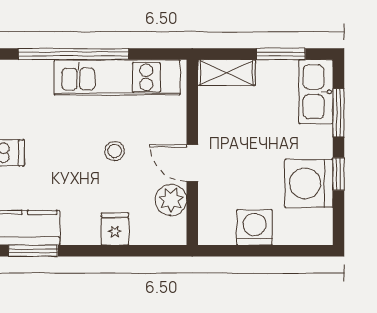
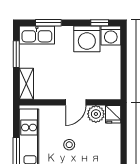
window: (338, 174) -> (100, 23), moved
washing machine: (254, 227) -> (111, 35), moved, turned -90
fridge: (115, 229) -> (113, 114), moved, turned -90

